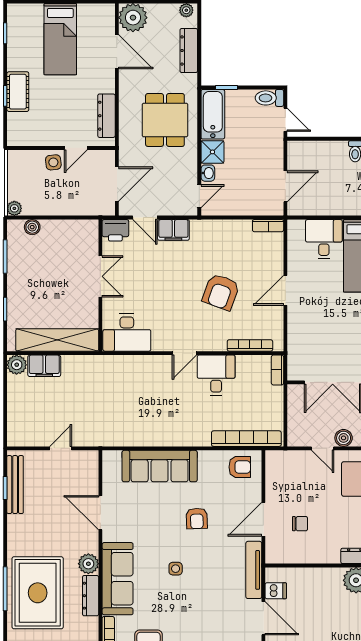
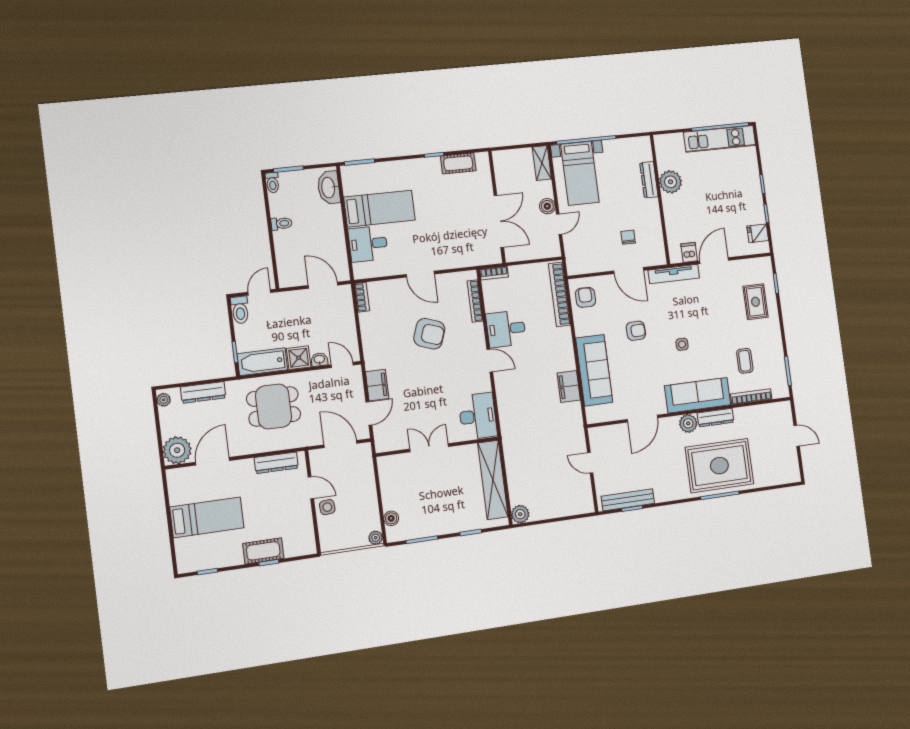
printer: (115, 230) -> (384, 440), removed
filing cabinet: (44, 366) -> (569, 386), moved, turned 180

